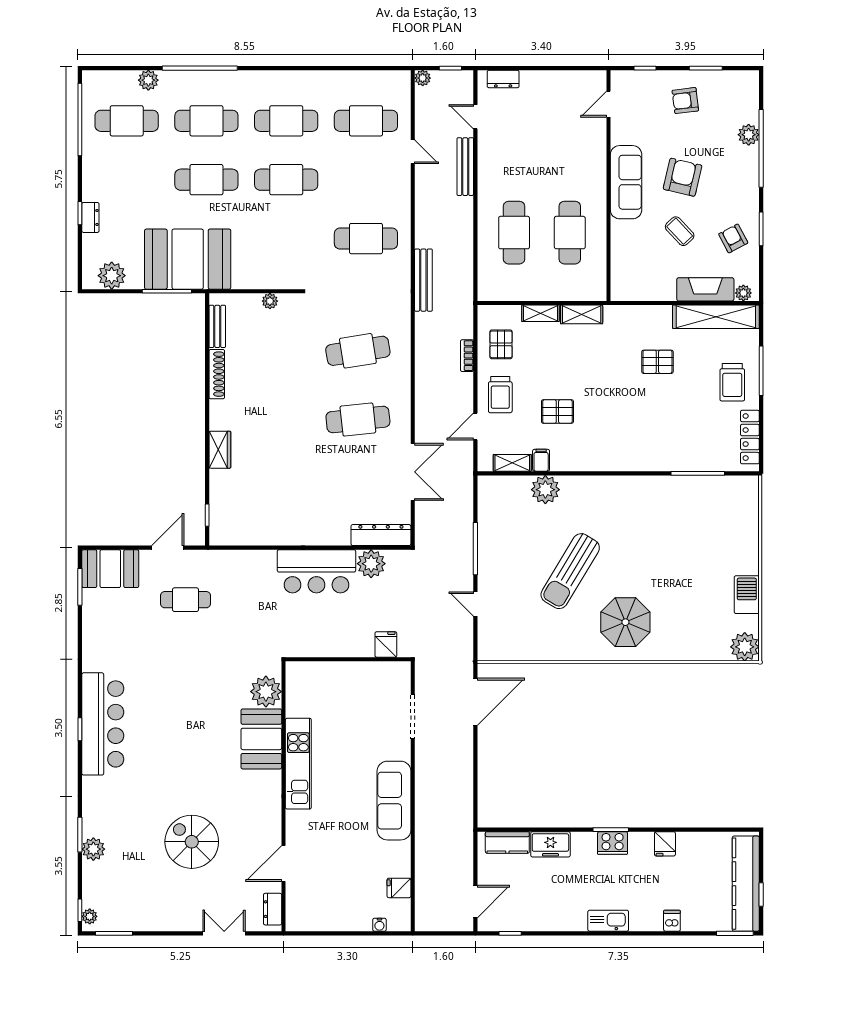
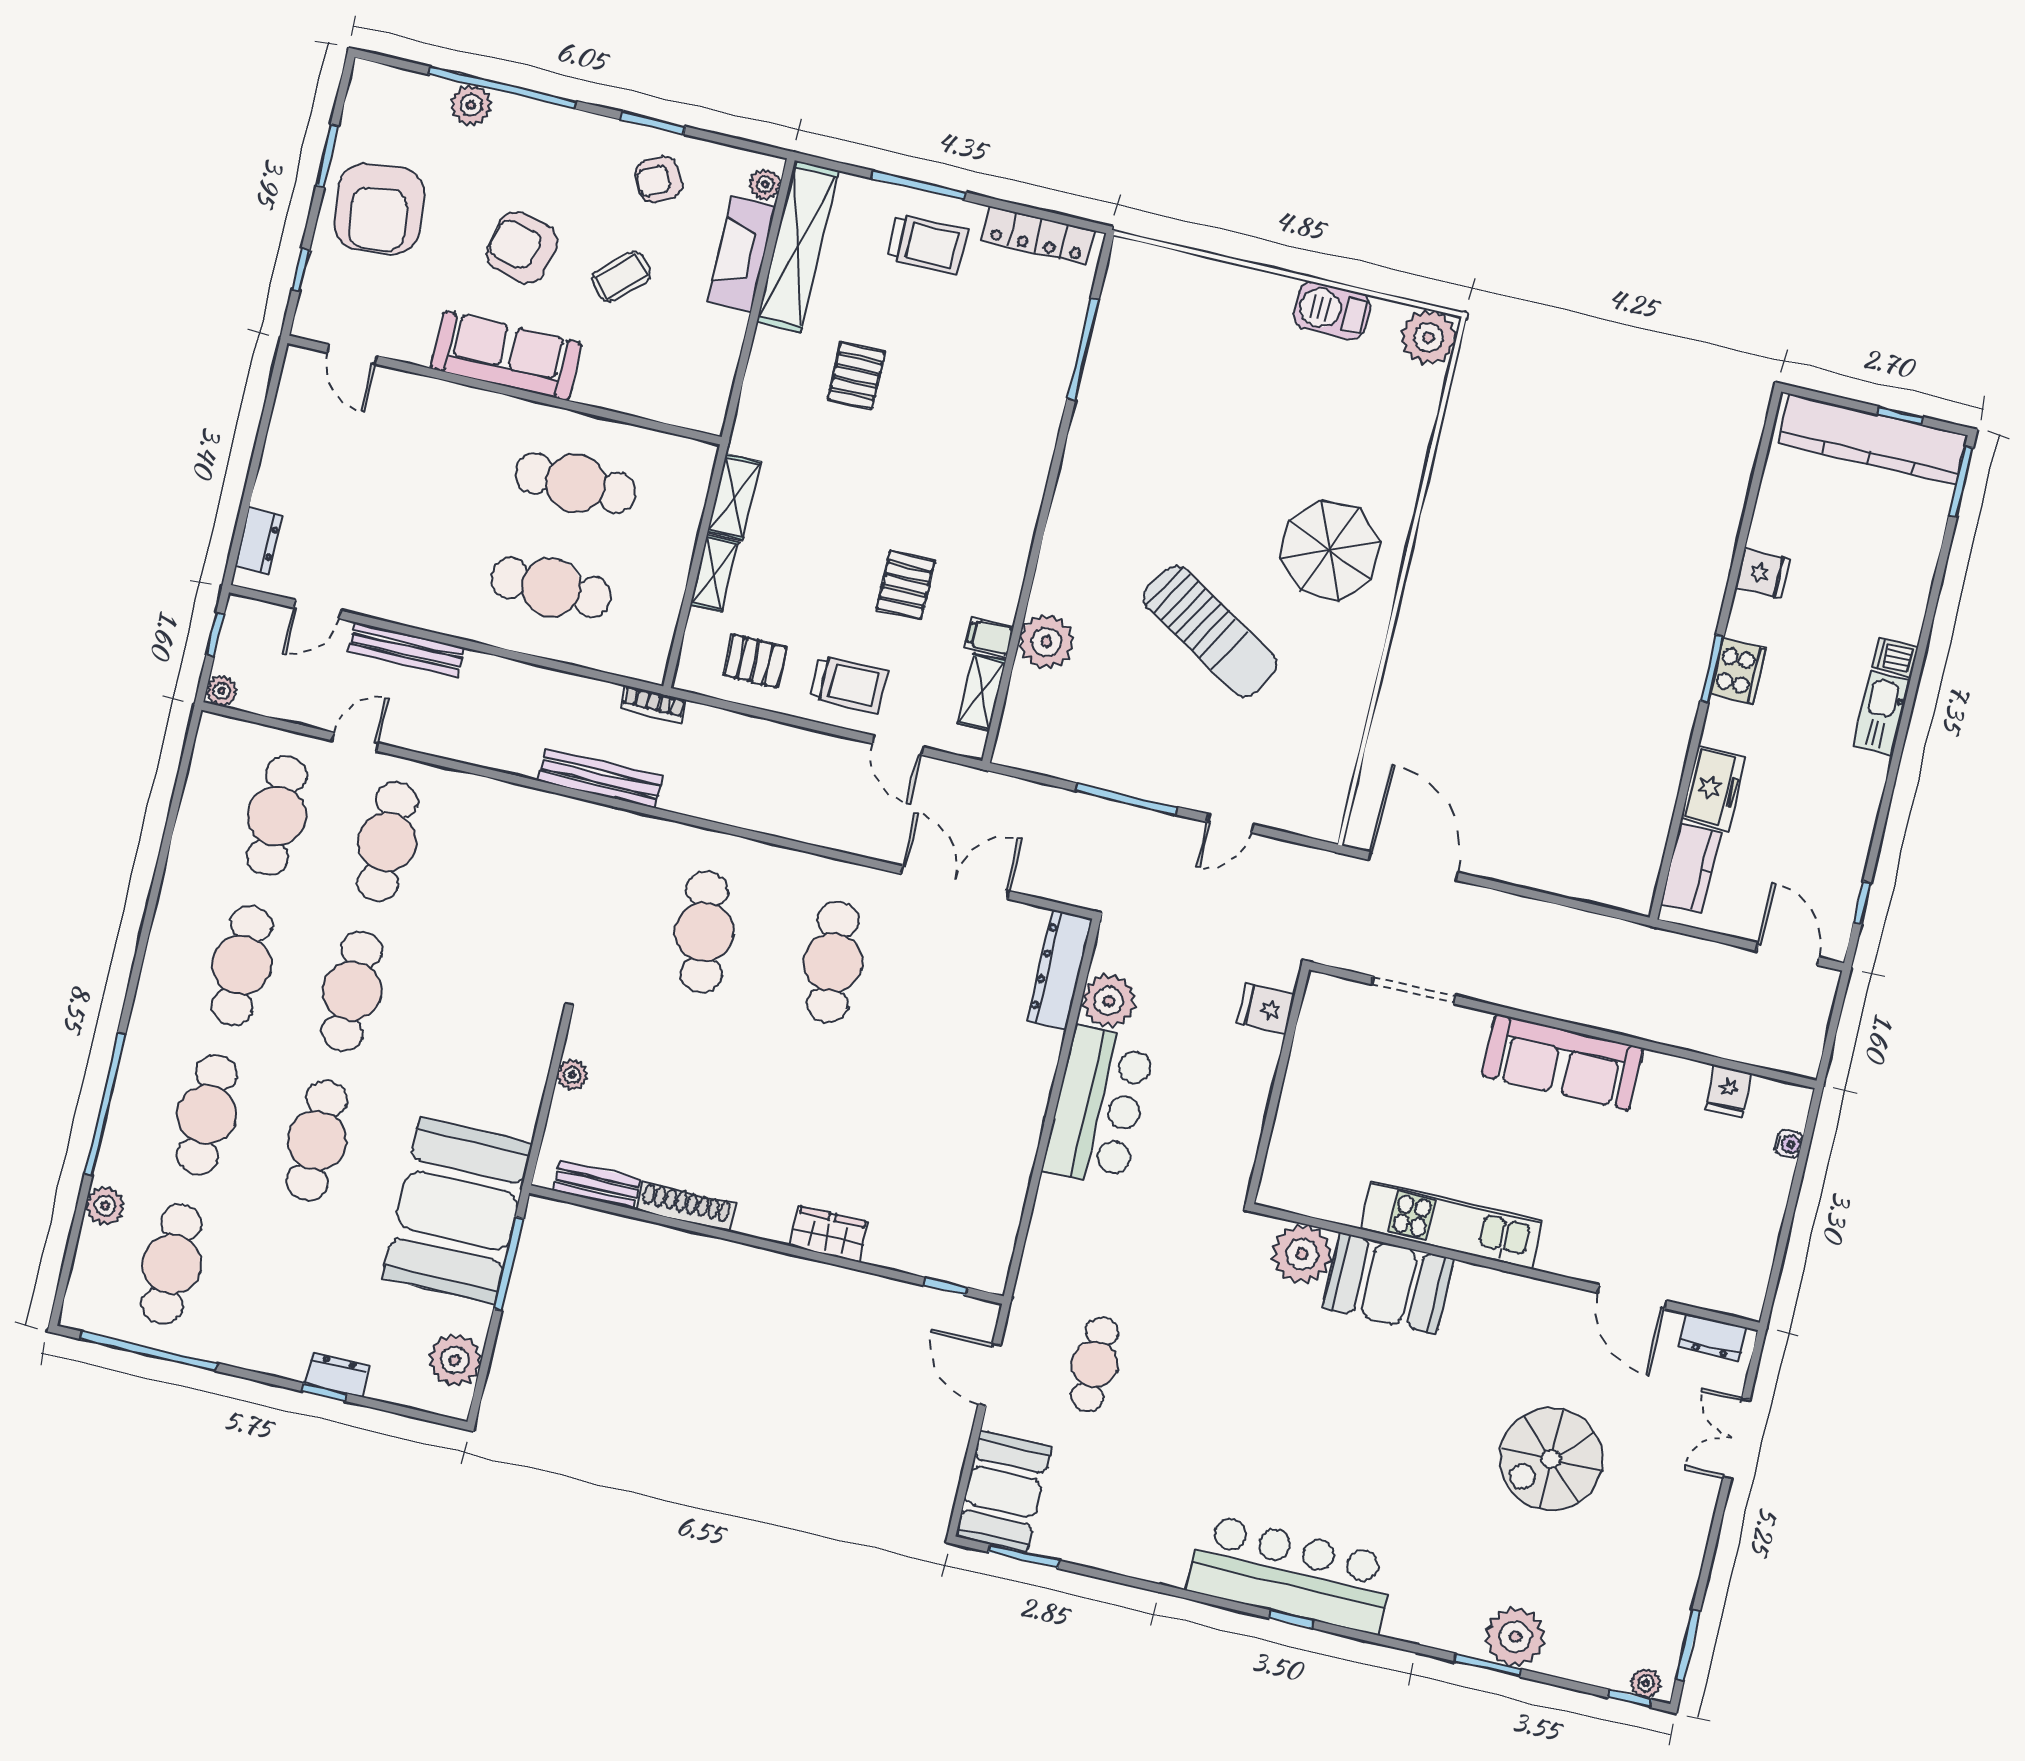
armchair: (685, 101) -> (379, 209), width x1.88, depth x1.88
cafe table: (366, 239) -> (387, 842), moved
bookcase: (467, 356) -> (653, 704), moved
plant: (93, 849) -> (1515, 1637), width x1.36, depth x1.36
dishwasher: (672, 921) -> (1895, 657), moved

